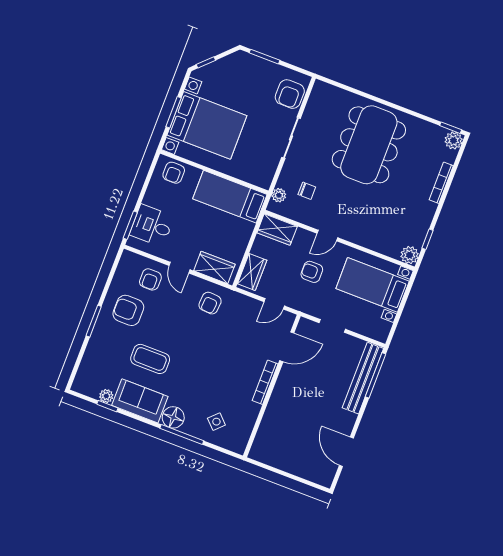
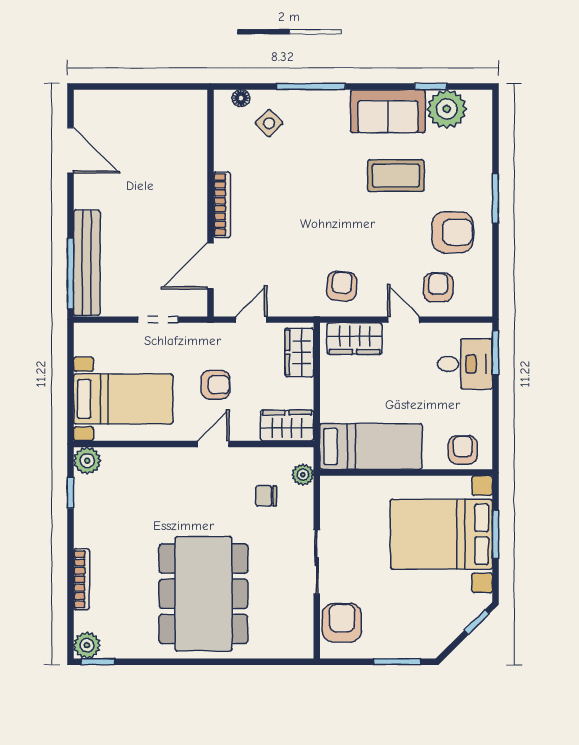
plant: (106, 396) -> (447, 109), width x1.88, depth x1.88
floor lamp: (173, 417) -> (241, 98), moved, width x0.53, depth x0.53

